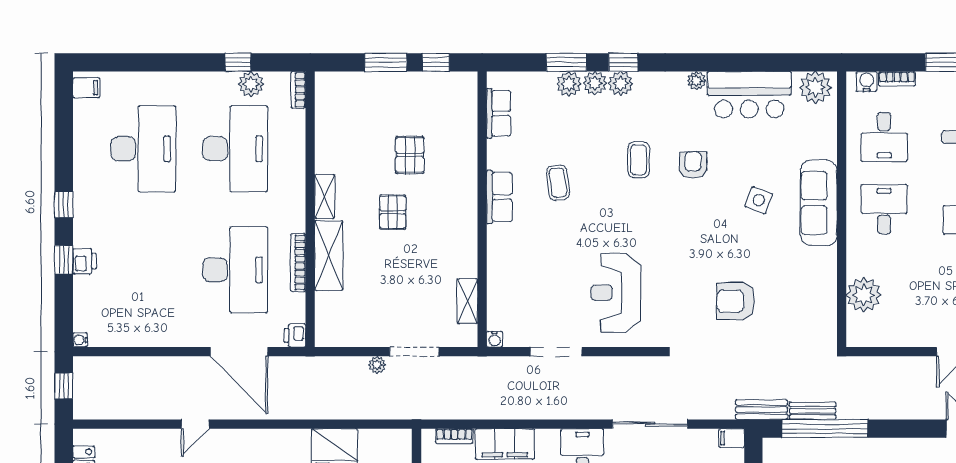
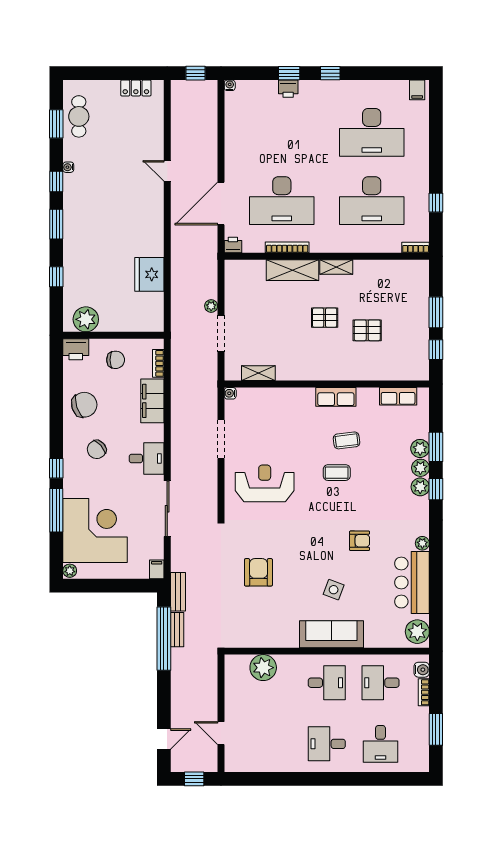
plant: (251, 84) -> (420, 212), removed
coffee table: (639, 160) -> (337, 473), moved

